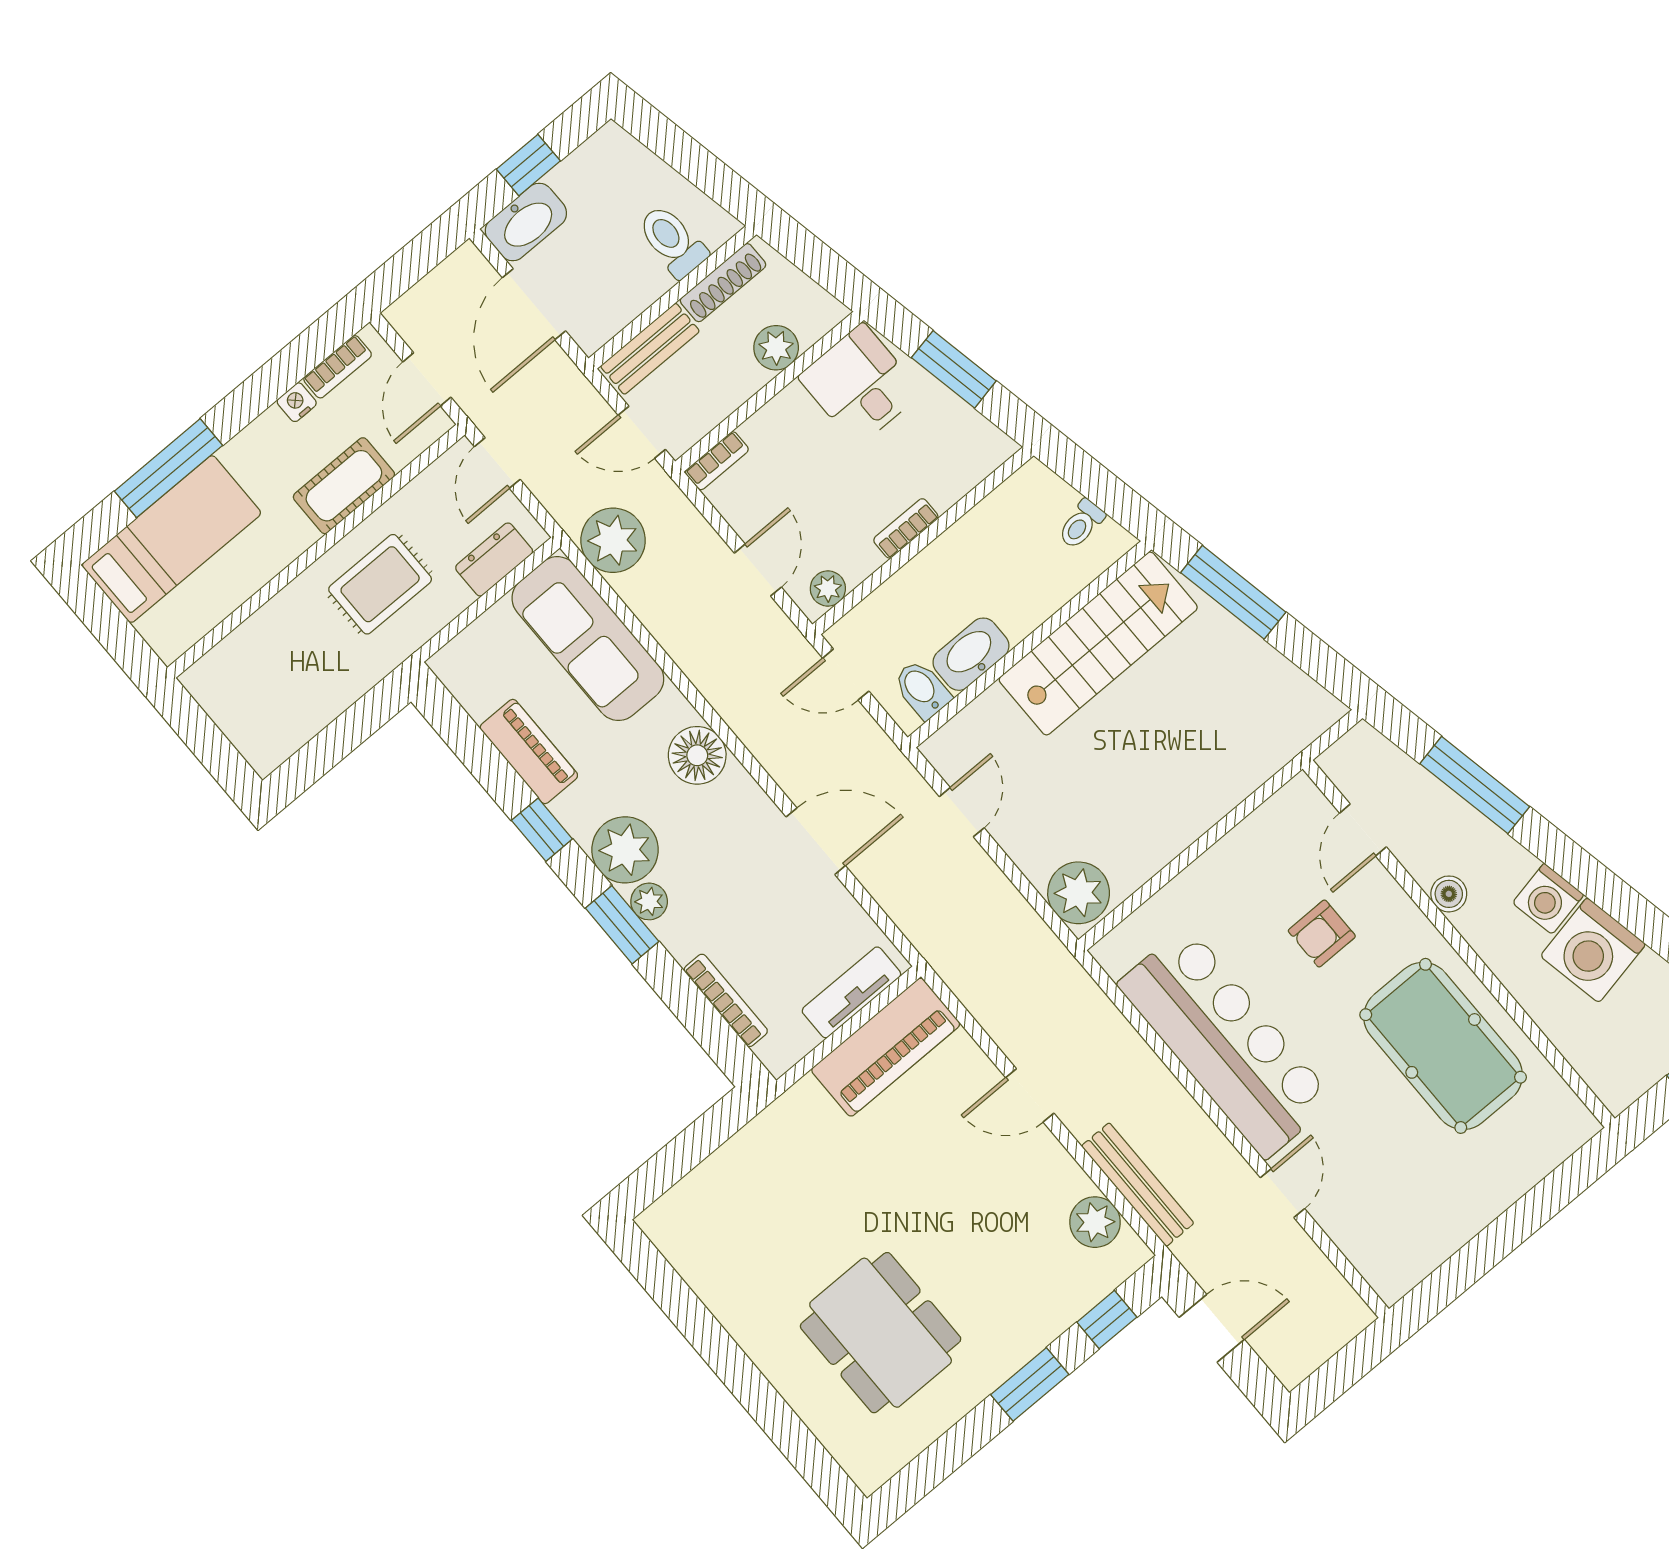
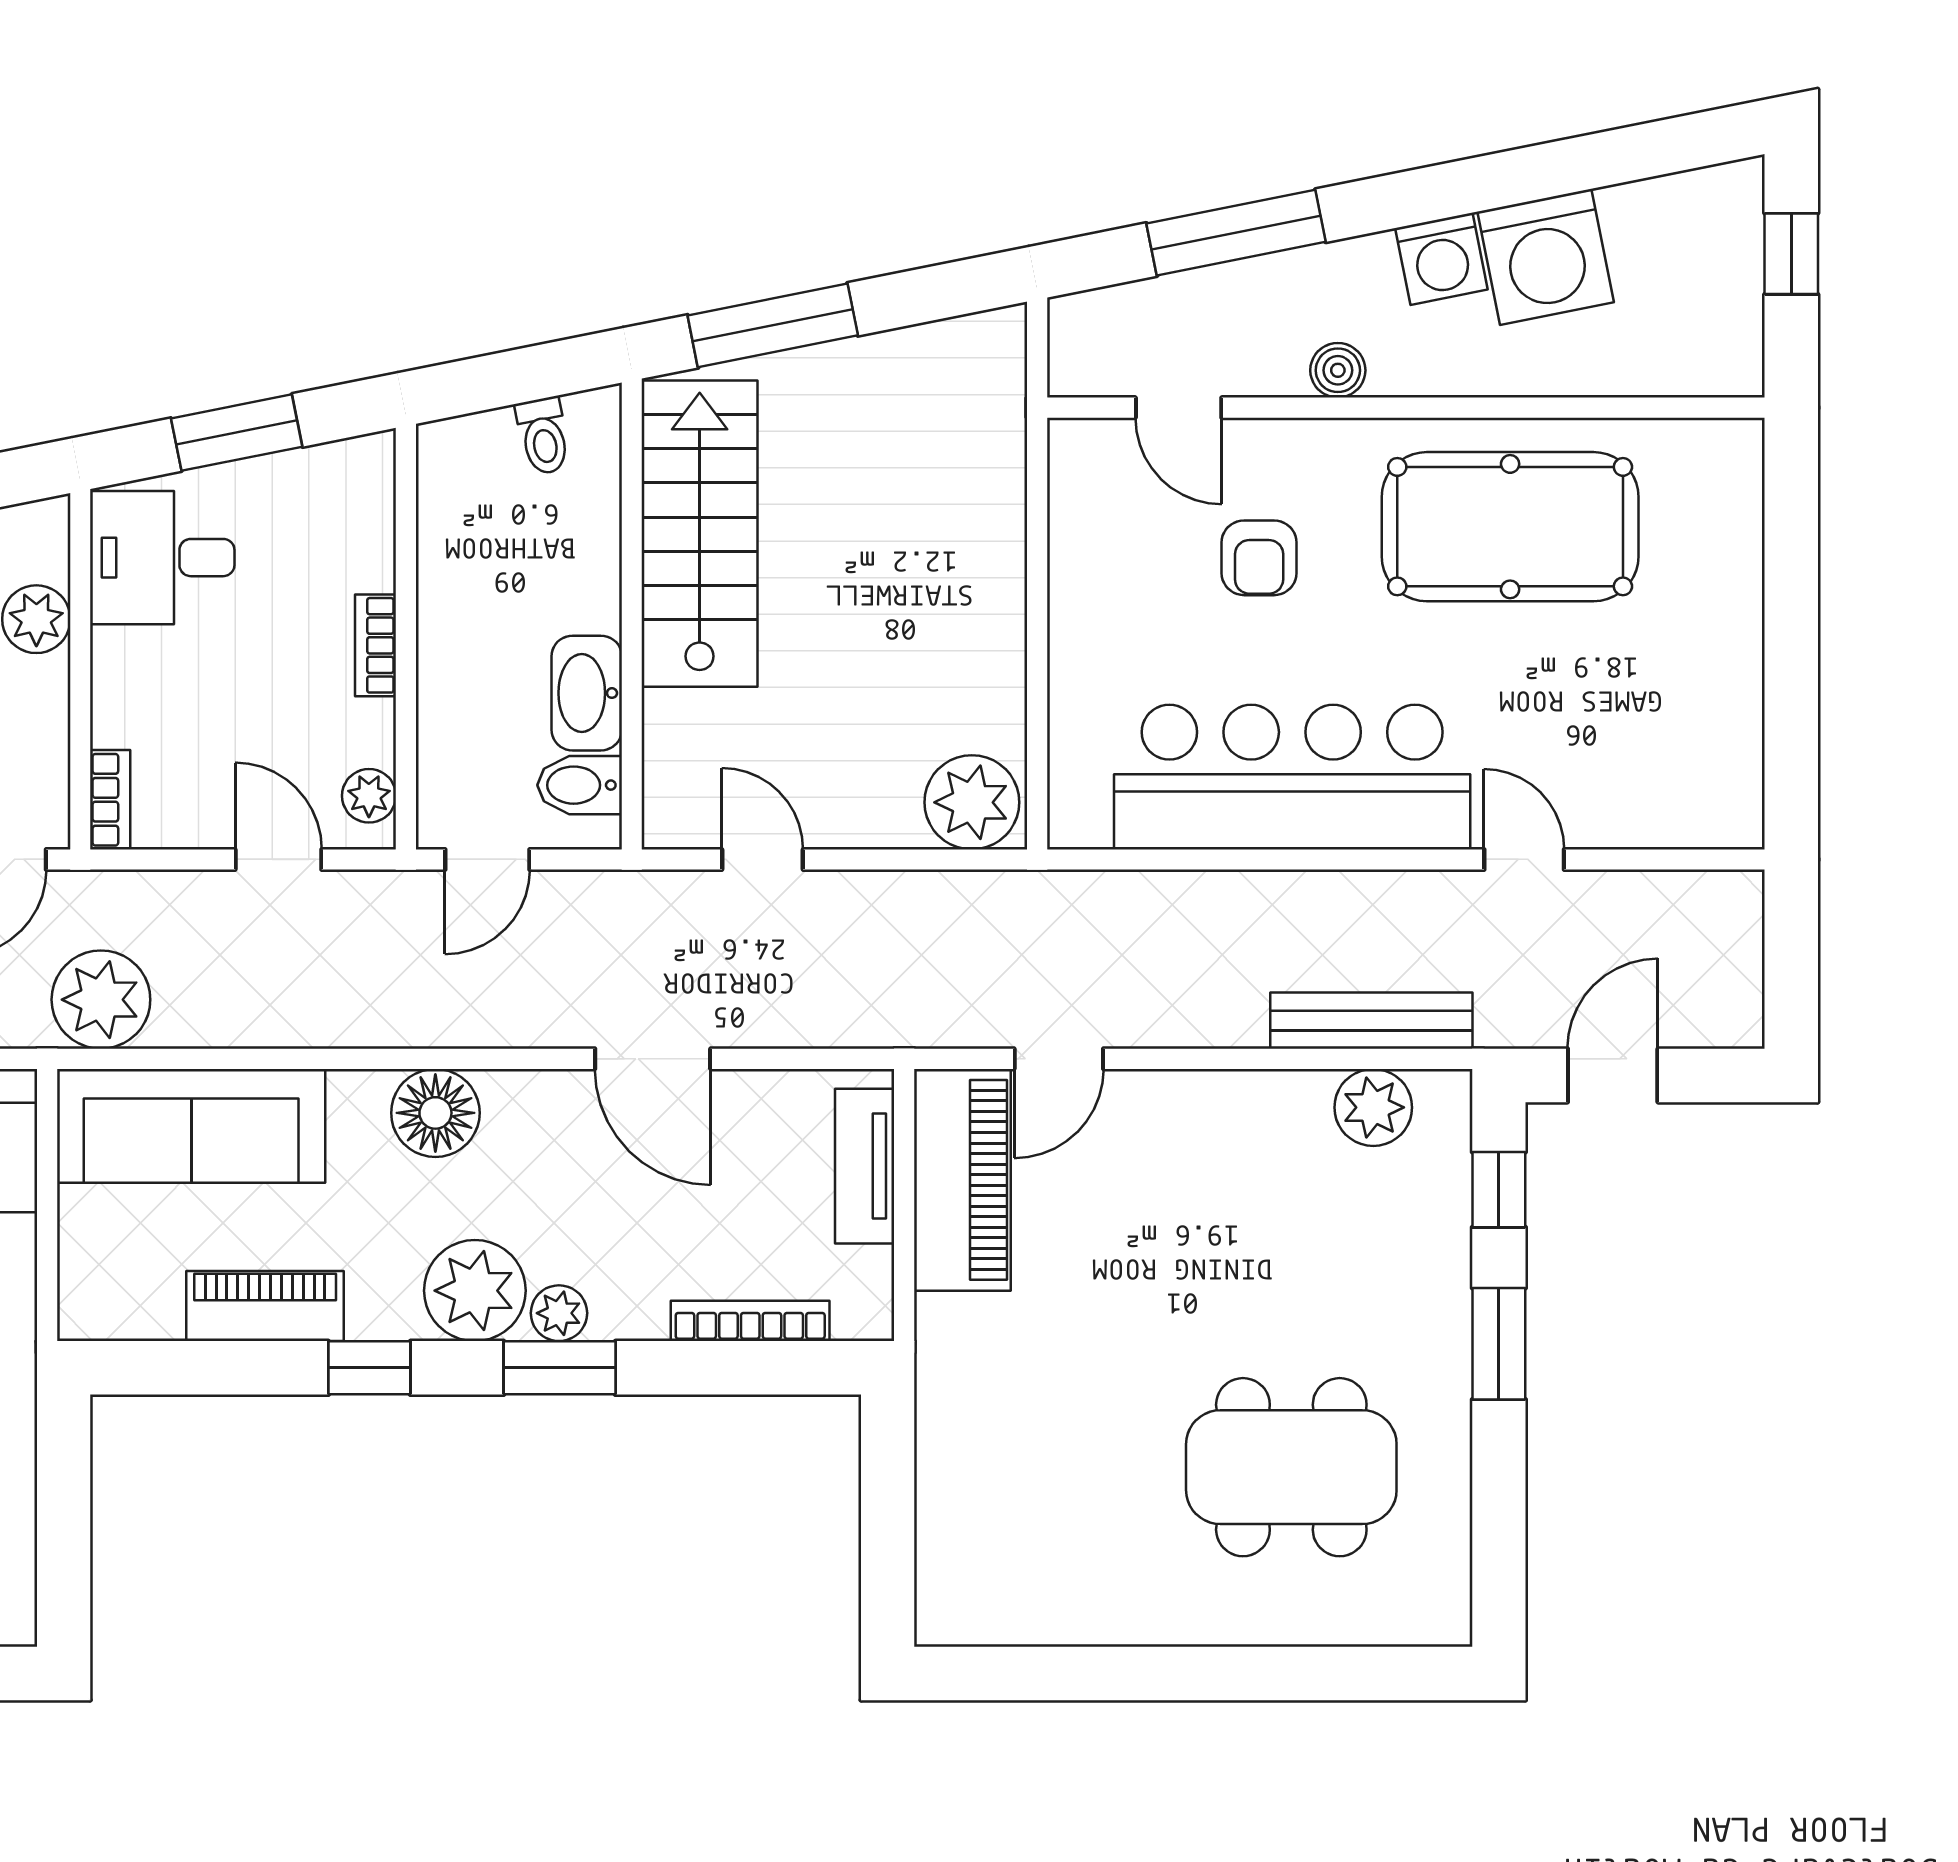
door: (816, 841) -> (653, 1059), swing flipped
door: (1030, 1095) -> (1059, 1059), moved

